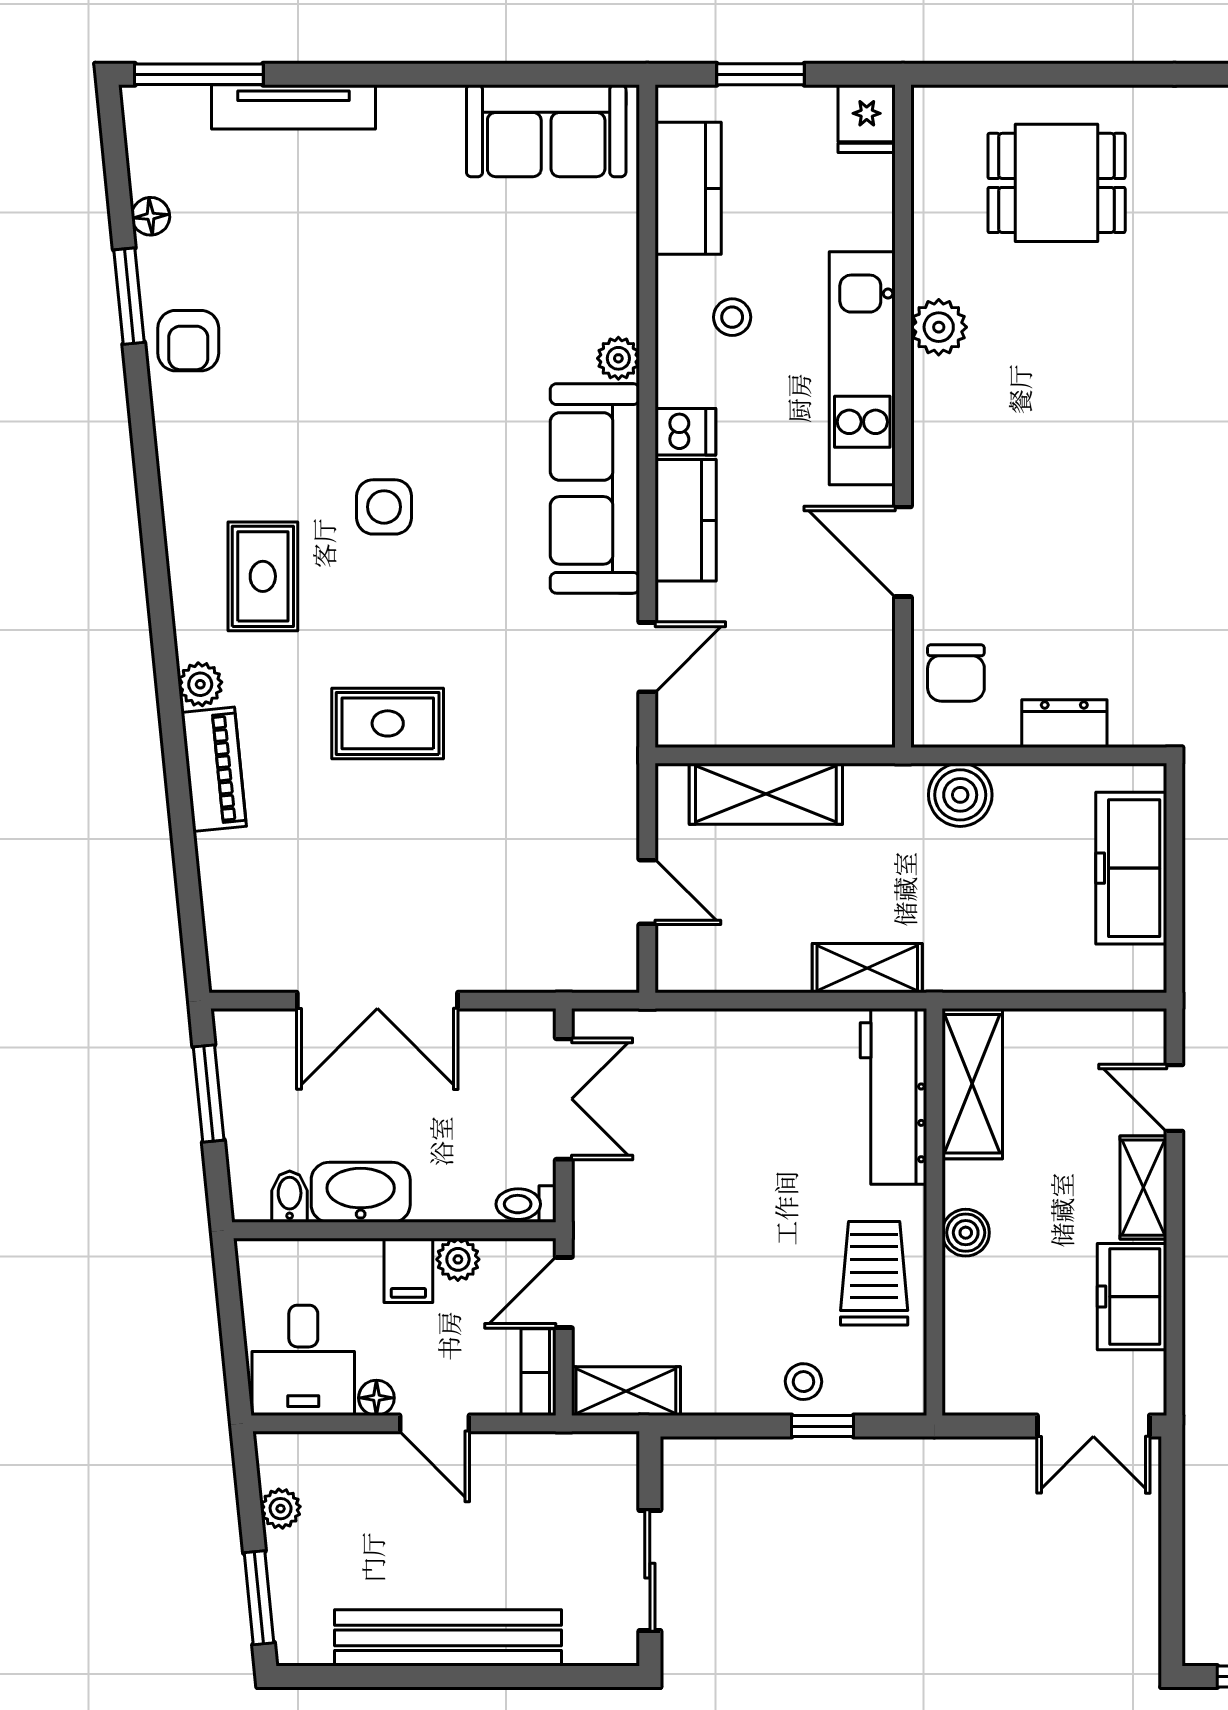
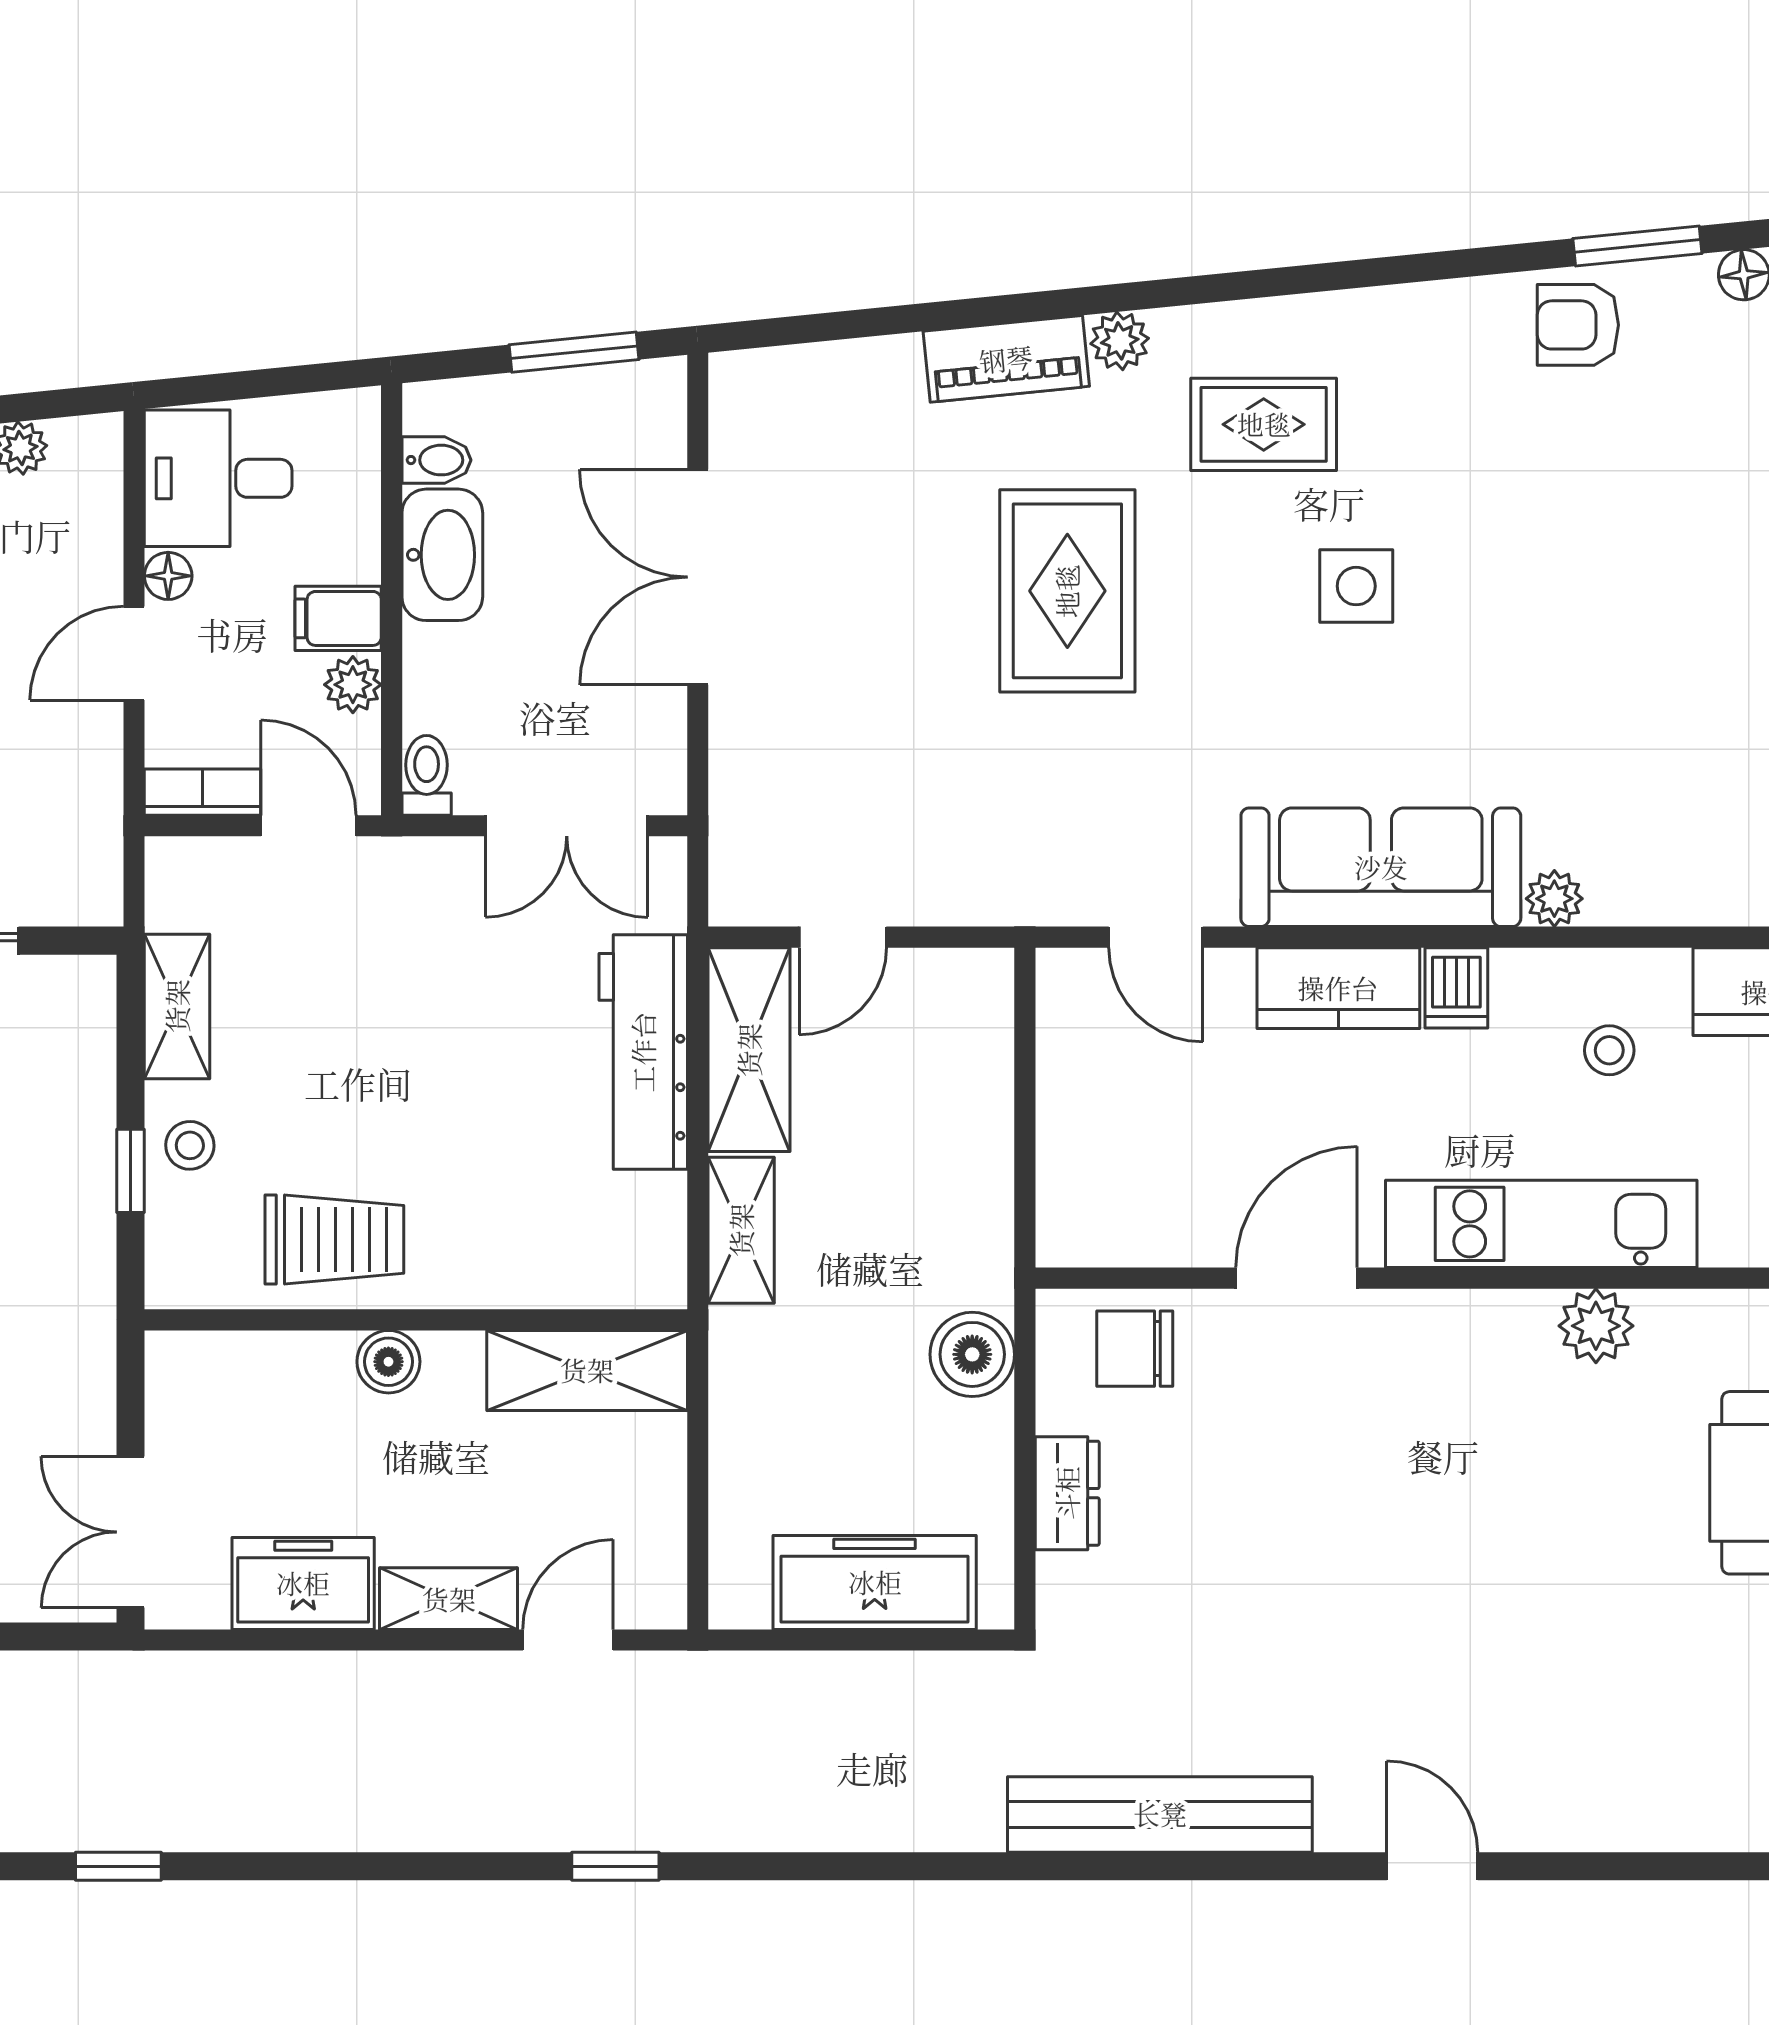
rug: (388, 723) -> (1067, 591), width x1.36, depth x1.43
shelving: (766, 794) -> (749, 1050), moved
workbench: (893, 1096) -> (643, 1052), moved, turned -90
shelving: (626, 1391) -> (177, 1006), moved

